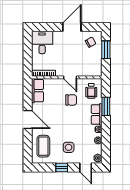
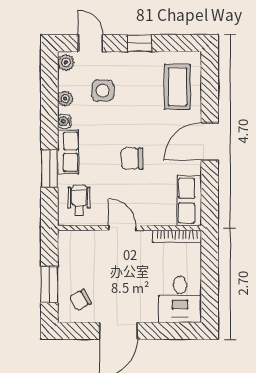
chair: (71, 100) -> (132, 159), moved
door: (28, 119) -> (210, 142), hinge flipped
side table: (69, 147) -> (103, 91), moved

